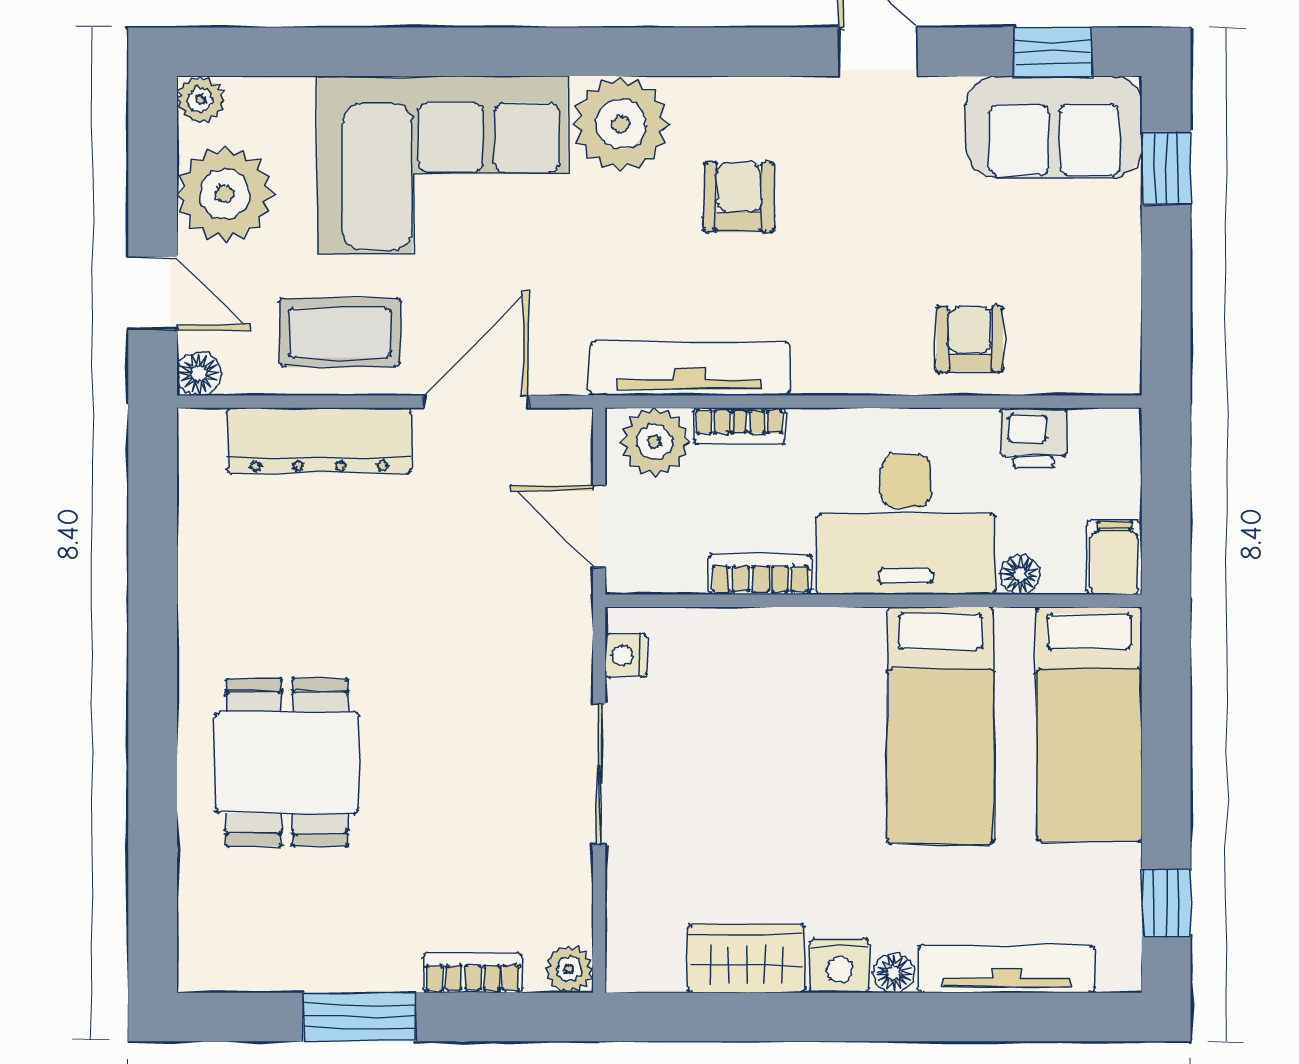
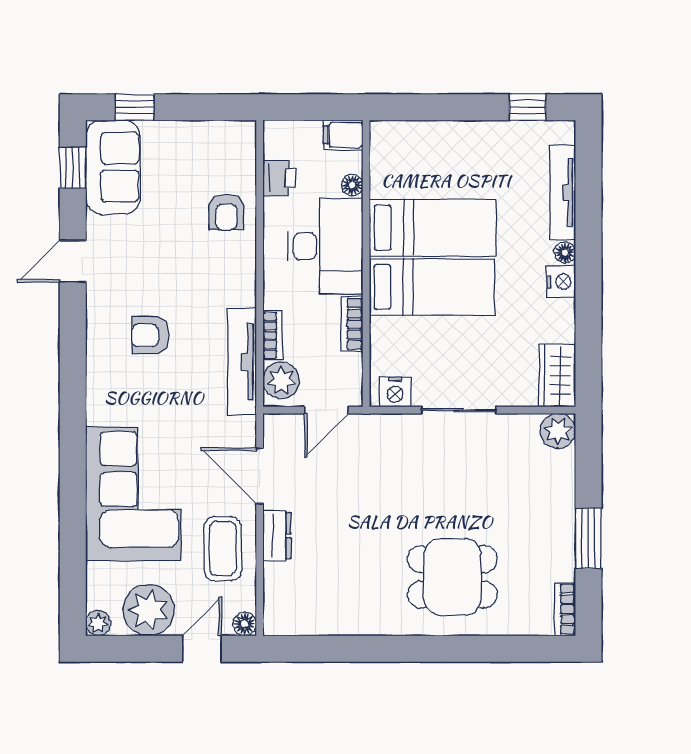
plant: (621, 124) -> (111, 399), removed
armchair: (970, 339) -> (226, 212), turned -90
dresser: (319, 440) -> (277, 536), width x0.51, depth x0.80
nightstand: (626, 655) -> (395, 392), width x1.39, depth x1.35
bed: (1089, 724) -> (432, 287), moved
wardrobe: (746, 959) -> (557, 376), moved
plant: (569, 969) -> (558, 431), width x1.38, depth x1.38
bookcase: (473, 973) -> (565, 609), moved

